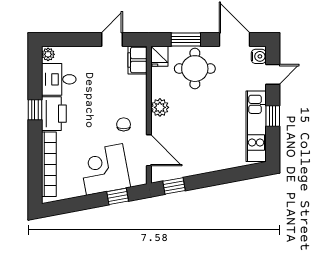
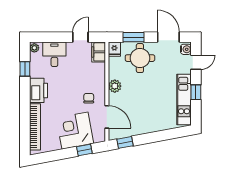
desk: (59, 79) -> (54, 54), moved, turned 90
window: (35, 110) -> (25, 69), moved

